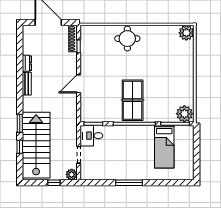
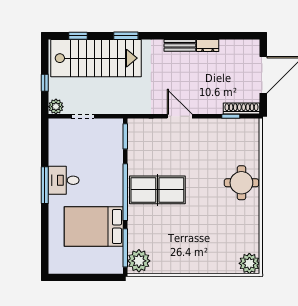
desk: (91, 136) -> (64, 180), moved, turned -90
window: (20, 147) -> (78, 36), moved
bed: (164, 147) -> (94, 226), width x1.50

